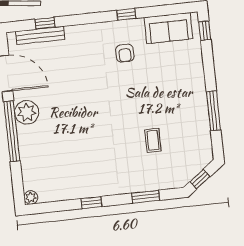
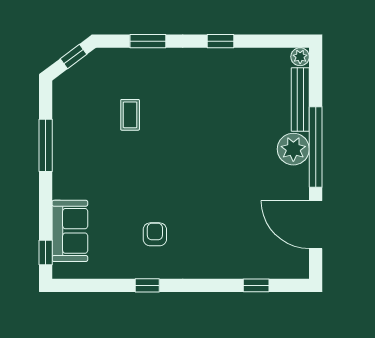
sofa: (168, 28) -> (70, 231), moved, turned 90
bench: (40, 35) -> (300, 100), moved, turned 90
plant: (27, 112) -> (293, 149), moved

